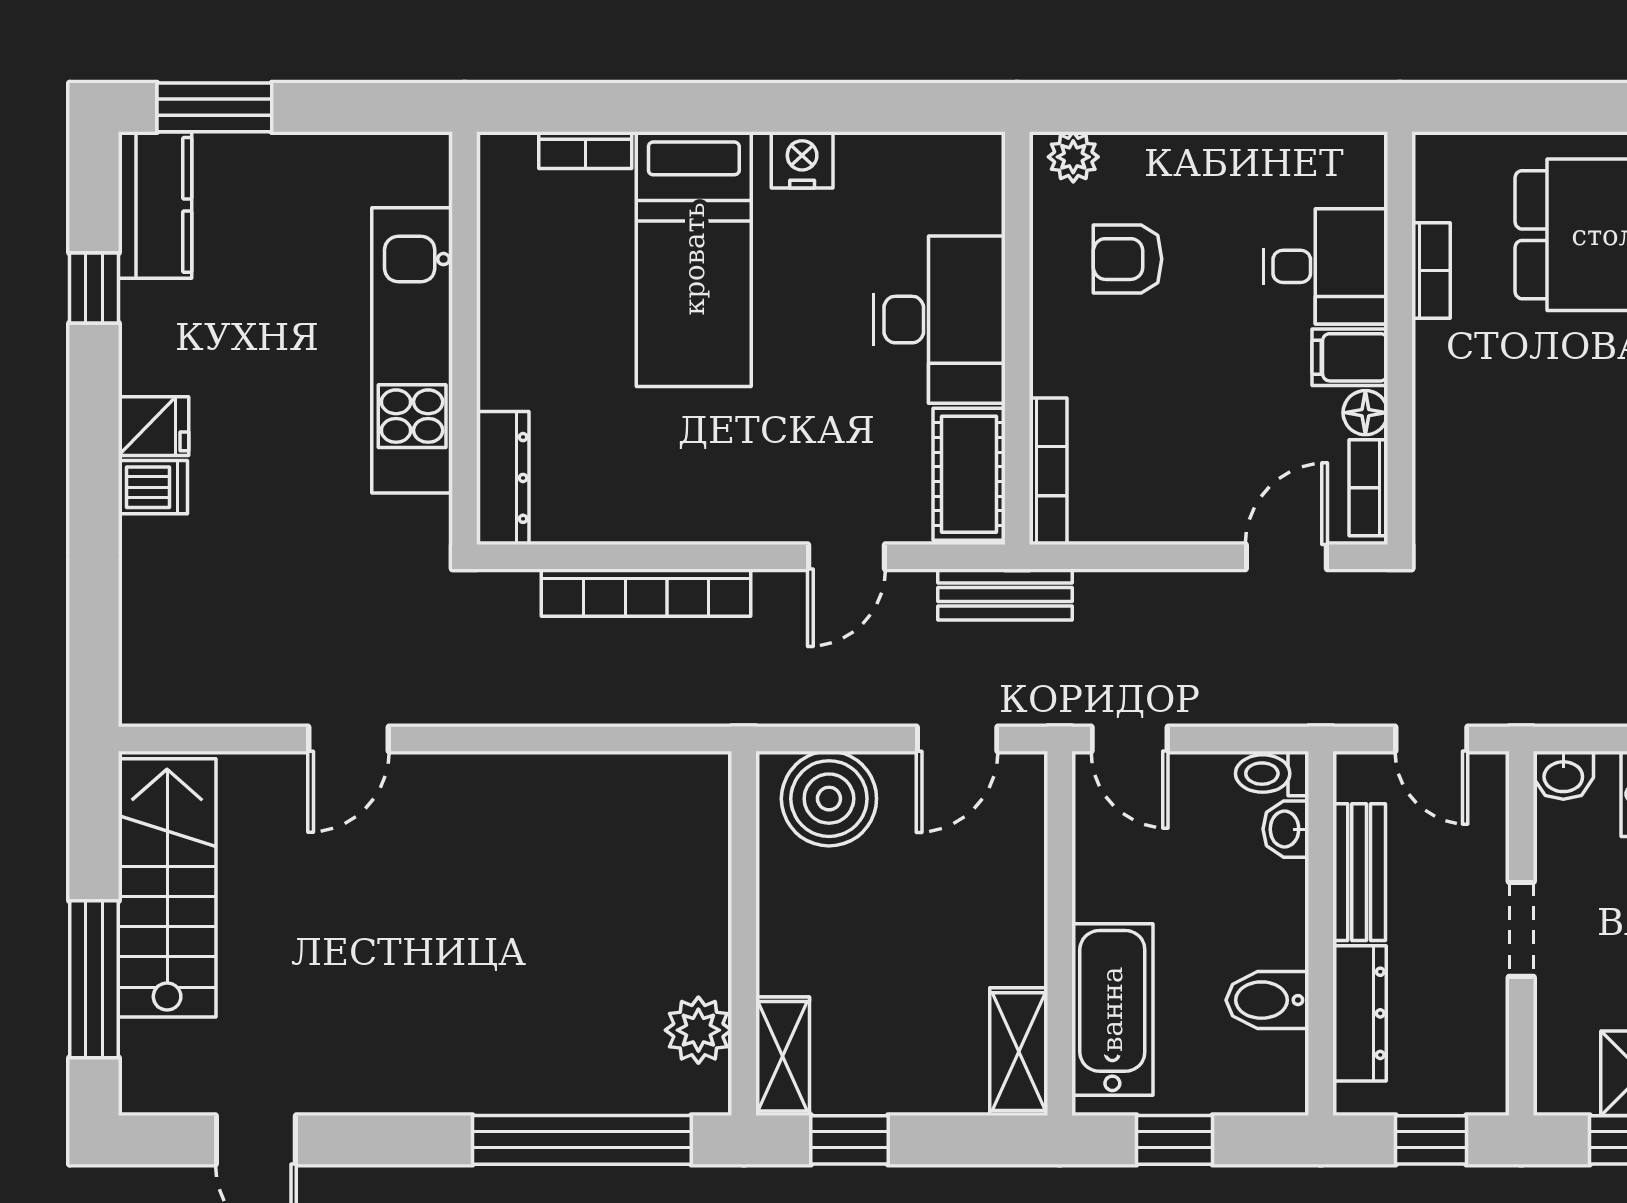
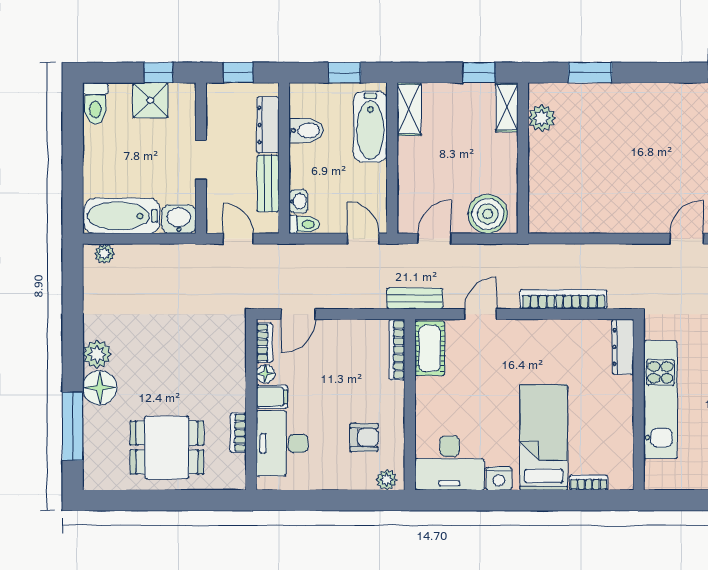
desk: (1325, 266) -> (282, 443), width x1.37
desk: (939, 320) -> (449, 463), moved, turned -90
washbasin: (1563, 775) -> (179, 219), width x1.38, depth x1.45
window: (582, 1140) -> (590, 73), width x0.47

